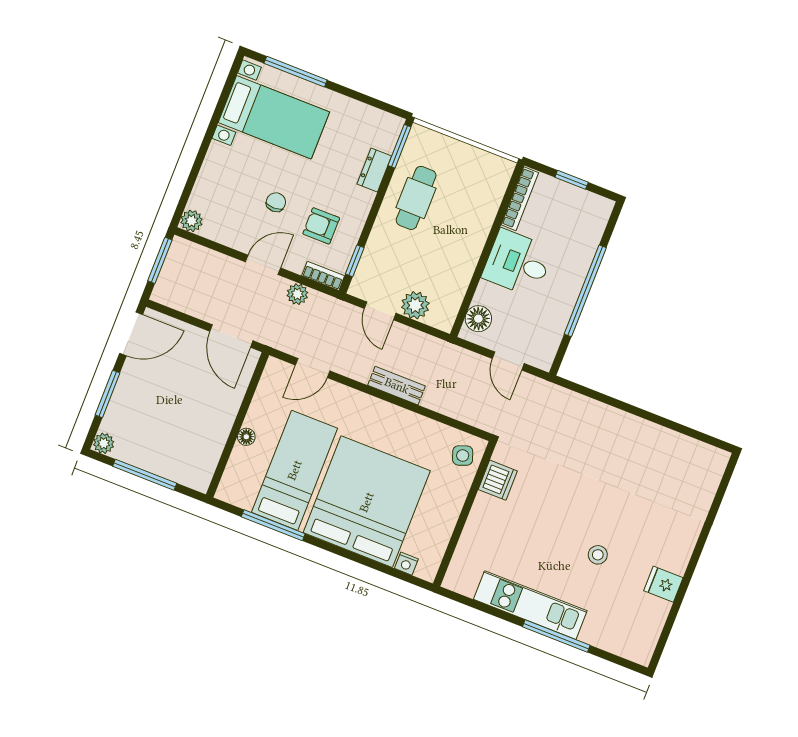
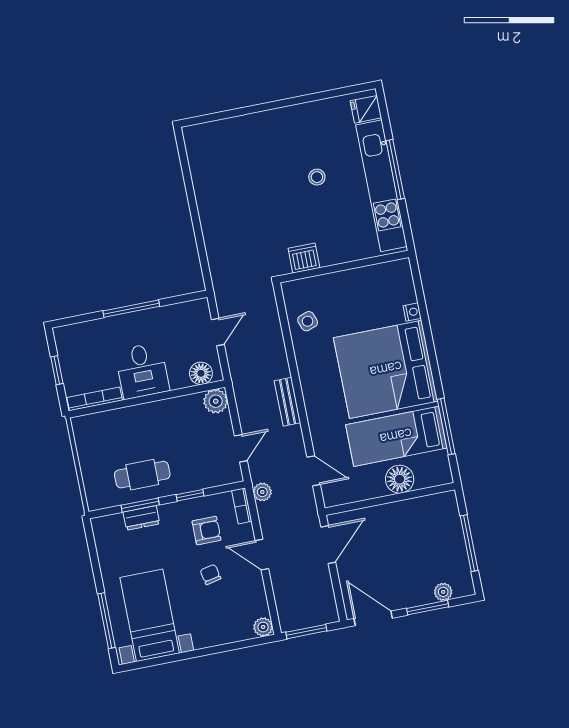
window: (400, 146) -> (140, 505), moved
chair: (276, 202) -> (210, 574), turned 78
armchair: (321, 226) -> (207, 531), turned -90
window: (355, 261) -> (190, 495), moved
window: (585, 291) -> (131, 309), width x0.68
plant: (297, 294) -> (262, 492), moved
plant: (415, 305) -> (216, 401), moved
floor lamp: (246, 437) -> (400, 479), width x1.89, depth x1.89
plant: (104, 443) -> (443, 592), moved
dishwasher: (498, 480) -> (304, 258), moved
wall: (464, 514) -> (344, 267), moved
fridge: (663, 584) -> (366, 109), moved, turned 90
kitchen unit: (530, 605) -> (381, 186), width x1.36

